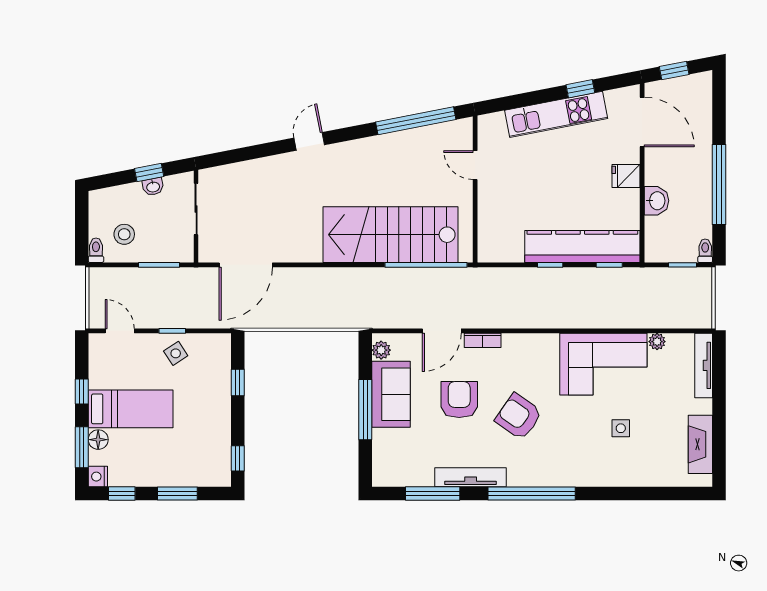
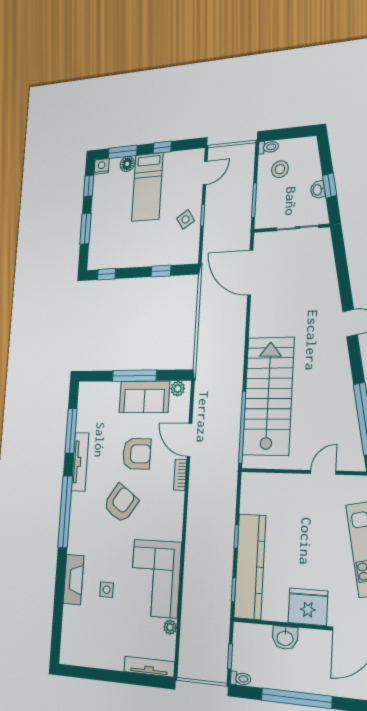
fridge: (626, 176) -> (308, 607), width x1.88, depth x1.34
fireplace: (700, 444) -> (73, 580), moved, turned 90

